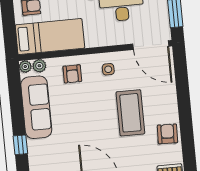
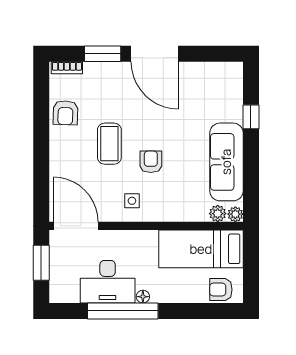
armchair: (72, 74) -> (151, 162), moved
coffee table: (130, 113) -> (109, 144), width x0.73, depth x0.76

